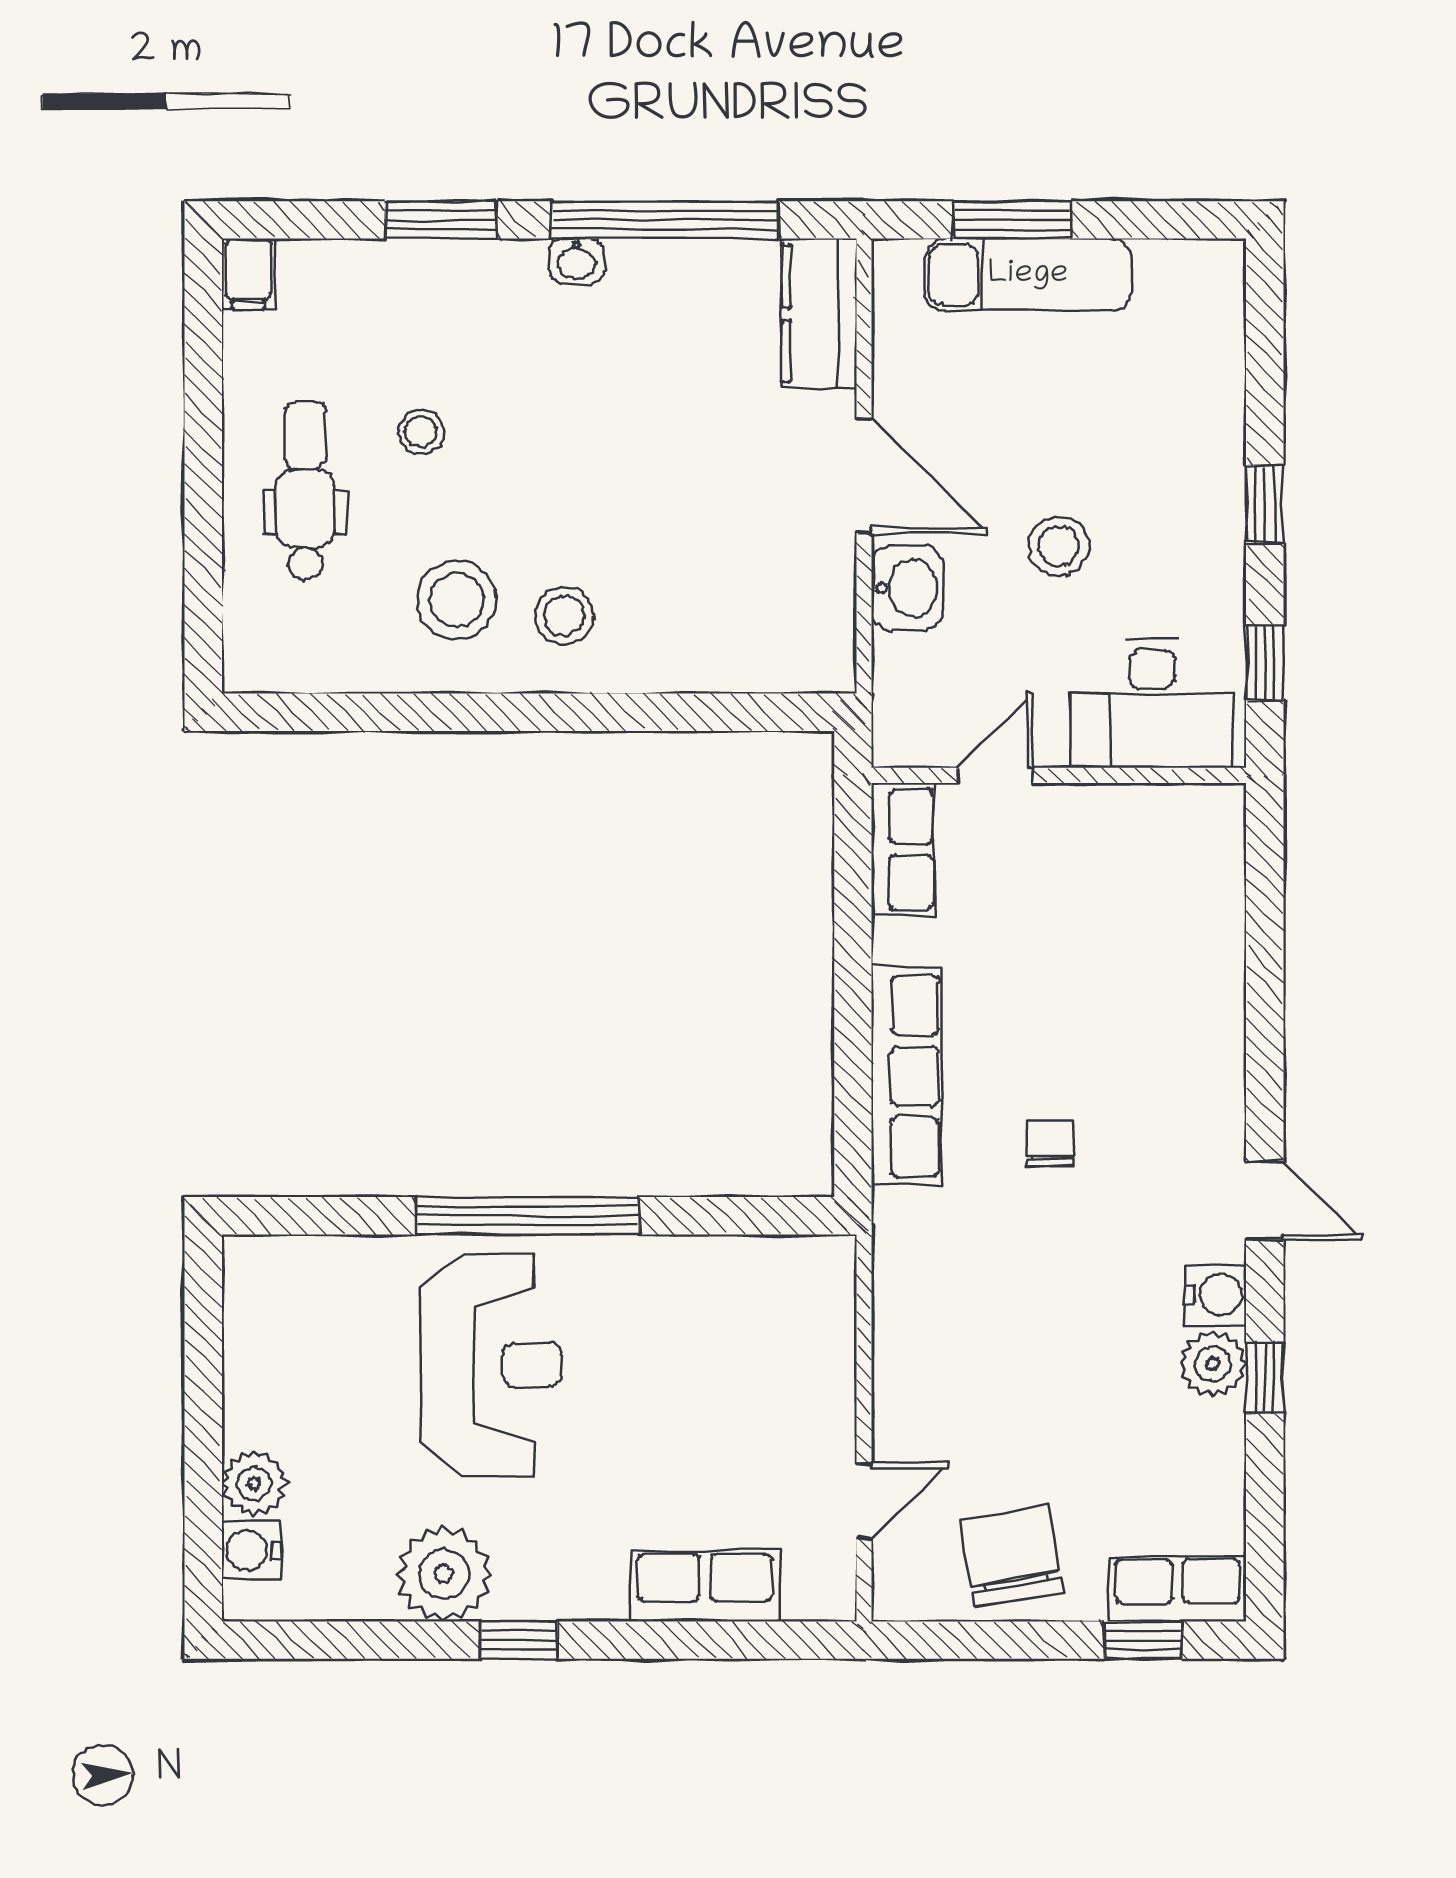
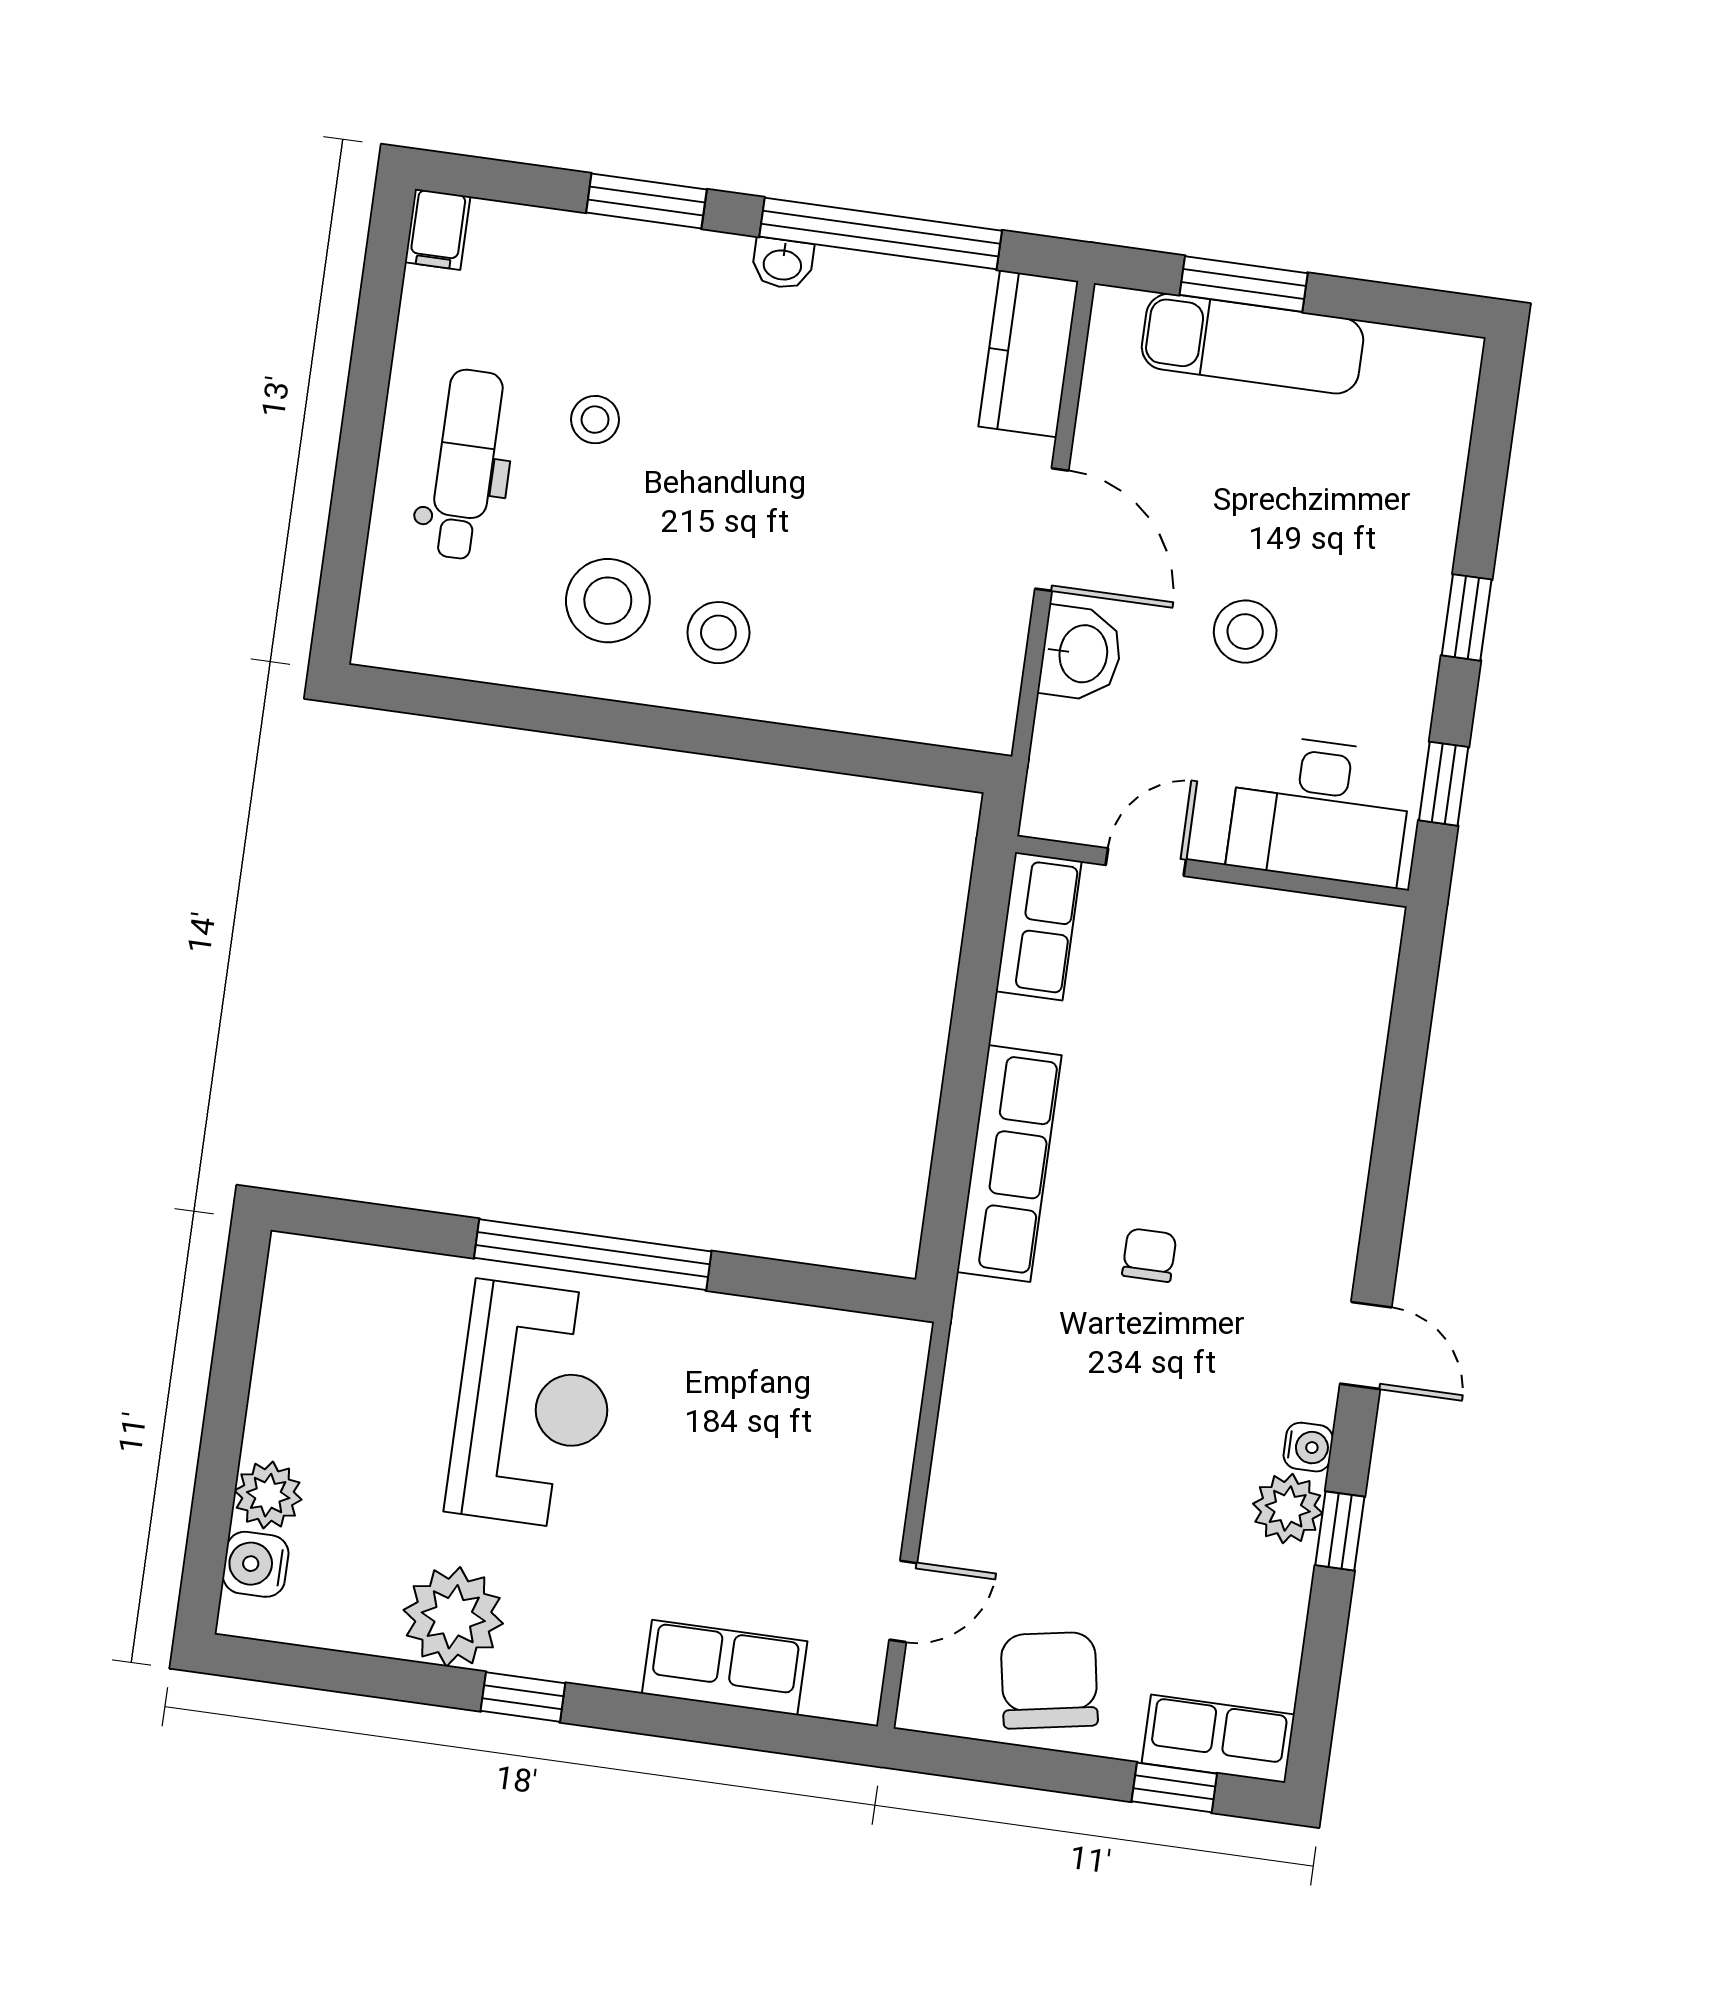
water cooler: (1216, 1295) -> (1308, 1447), width x0.72, depth x0.72

